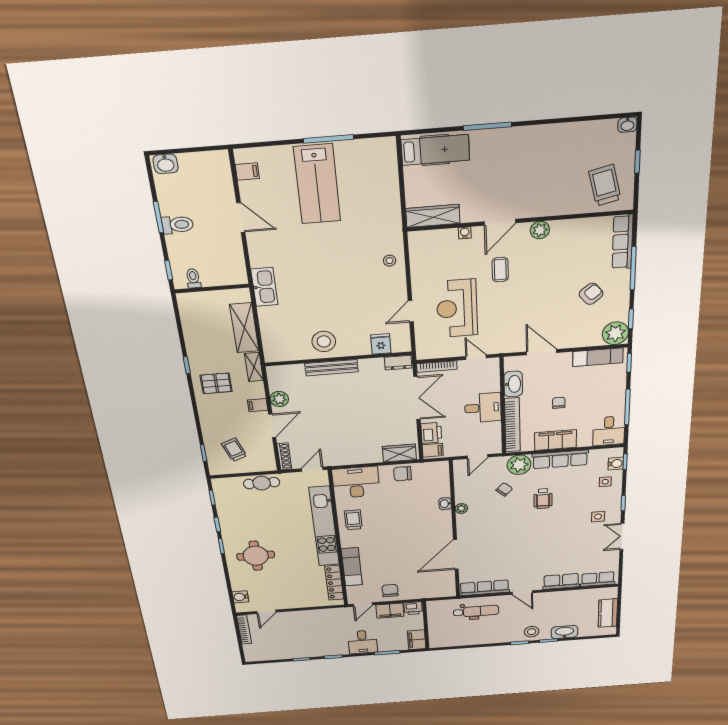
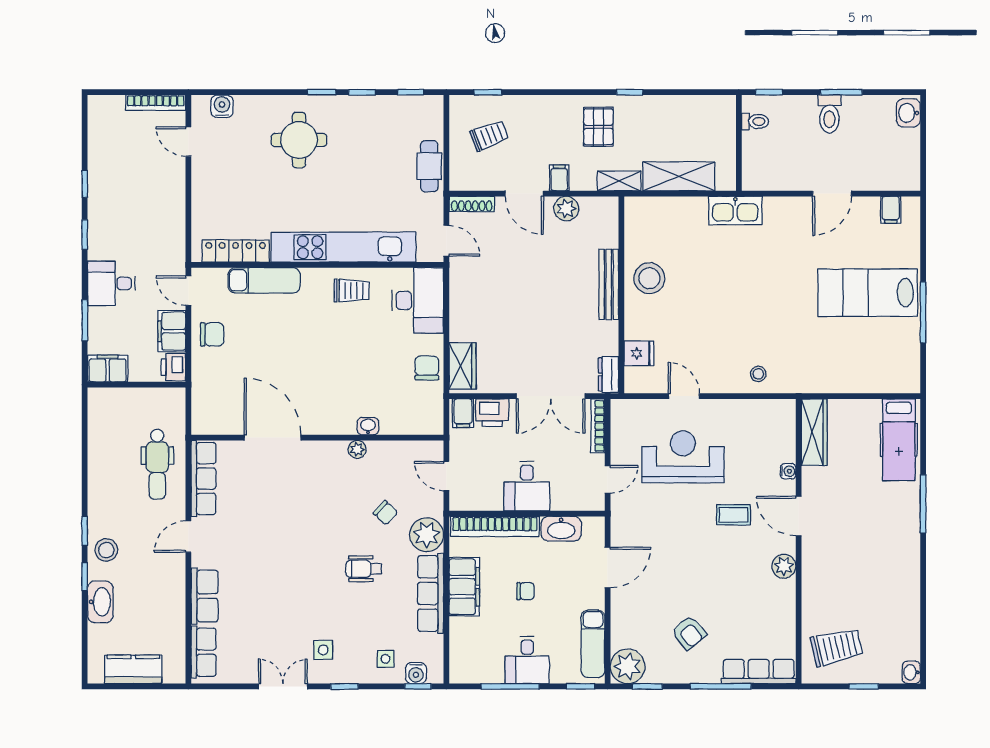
desk: (609, 431) -> (527, 660), moved, turned -90

